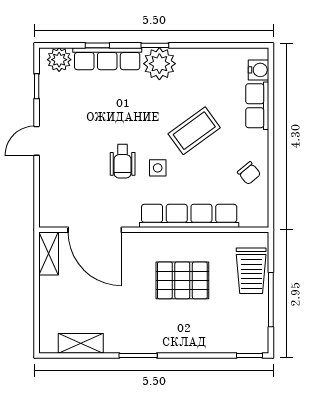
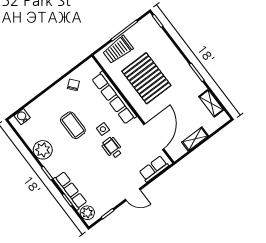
plant: (159, 64) -> (43, 150), moved
row of seats: (257, 106) -> (154, 169), moved, turned 180
coffee table: (194, 131) -> (73, 125), turned 36
wheelchair: (123, 161) -> (112, 148), turned -90
shelving: (49, 254) -> (195, 139), moved
trolley: (251, 271) -> (118, 50), turned 180
pallet: (182, 280) -> (146, 78), width x1.37, depth x1.41

